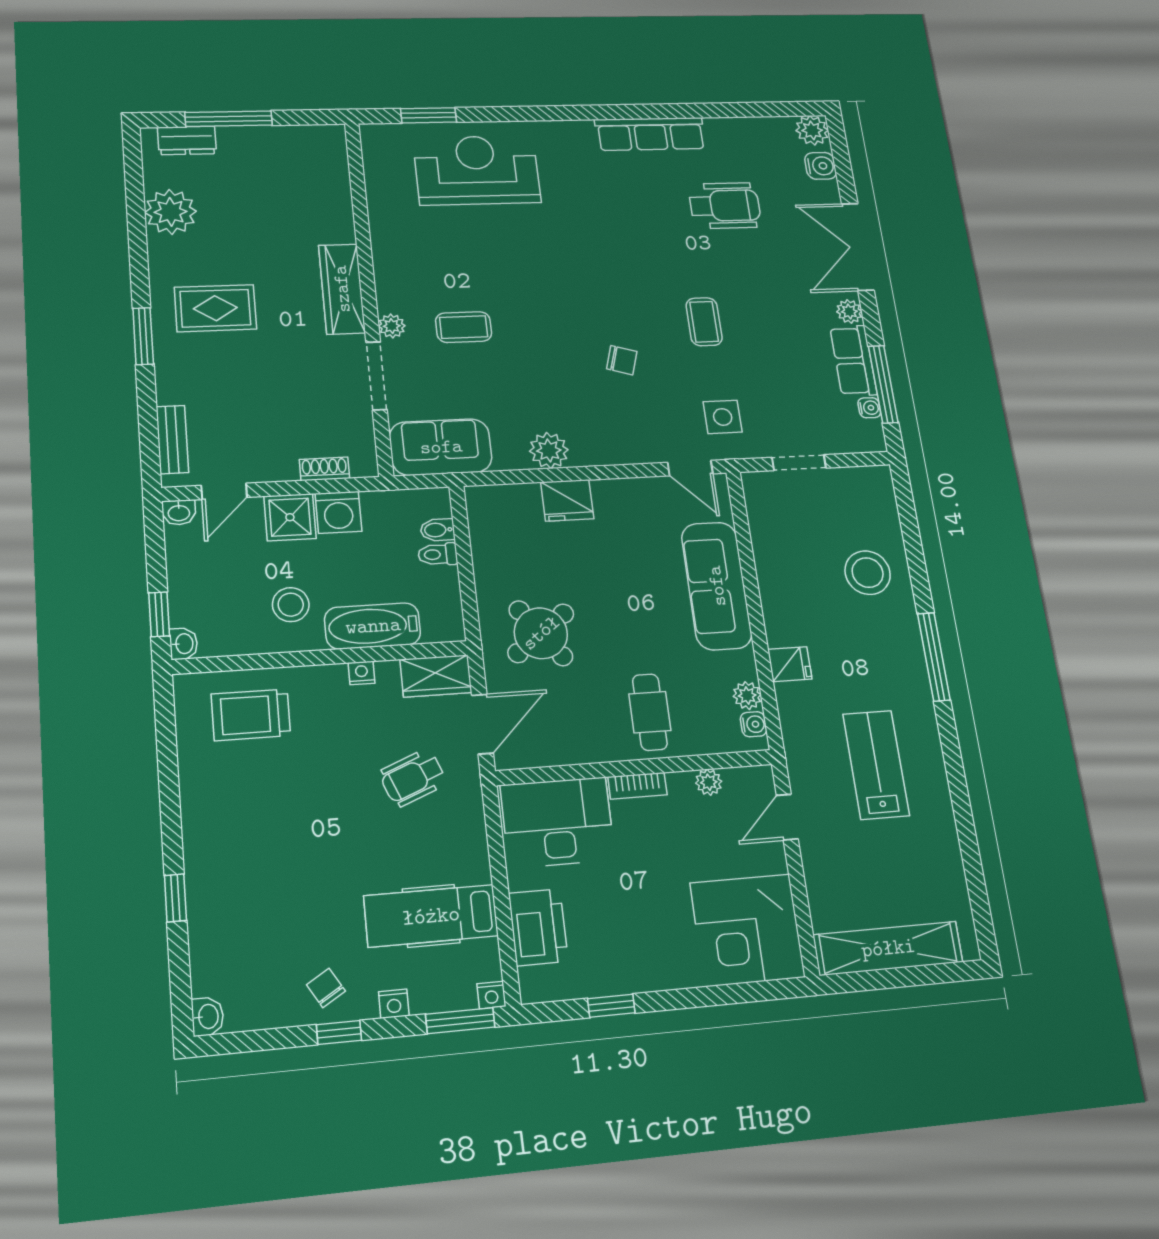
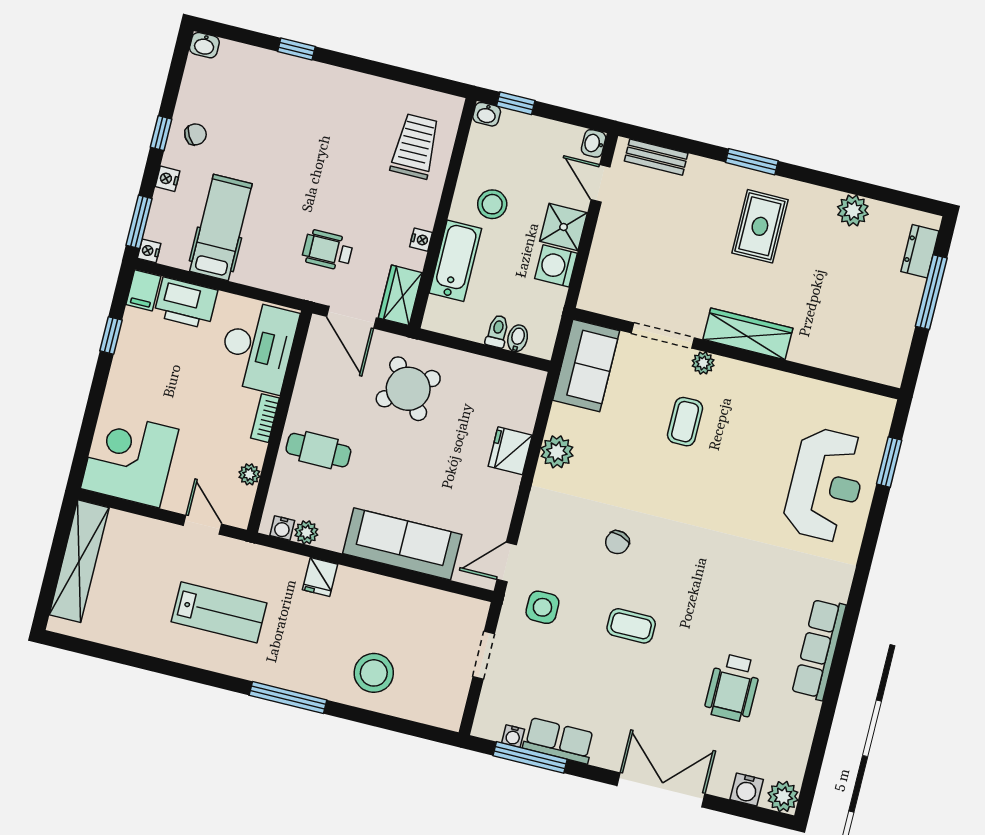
plant: (171, 212) -> (853, 210), width x0.73, depth x0.73
plant: (849, 312) -> (604, 756), removed
shoe rack: (324, 469) -> (596, 267), removed
wheelchair: (413, 778) -> (328, 250), turned -68
filing cabinet: (542, 985) -> (143, 290), added

